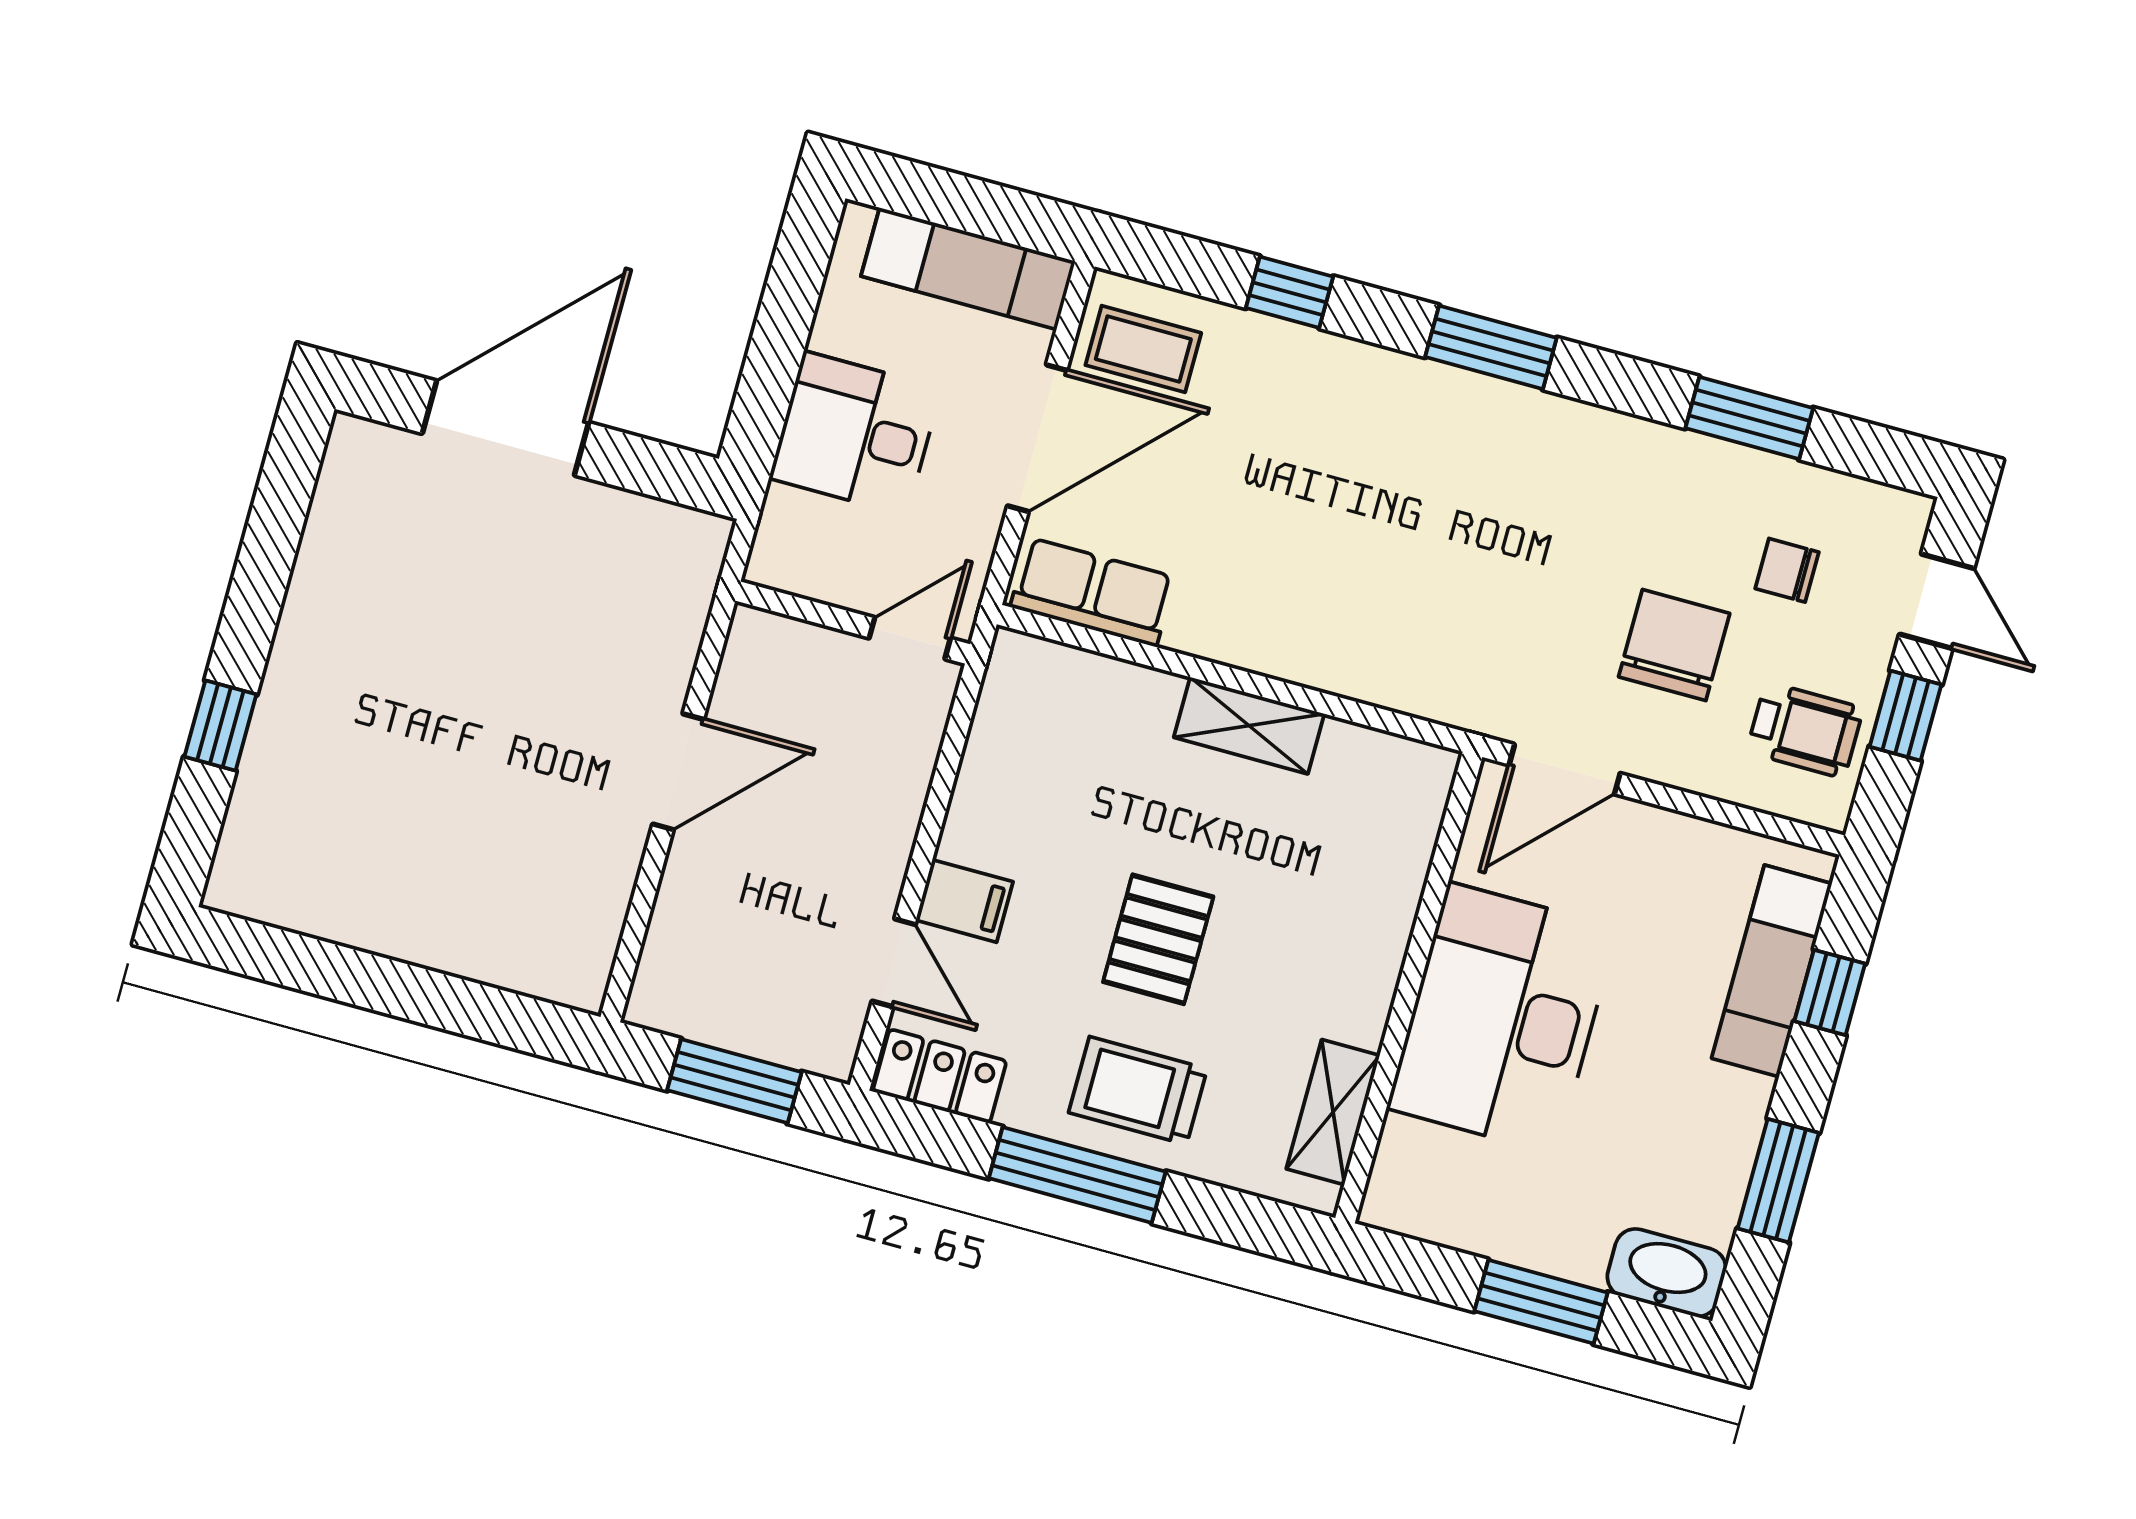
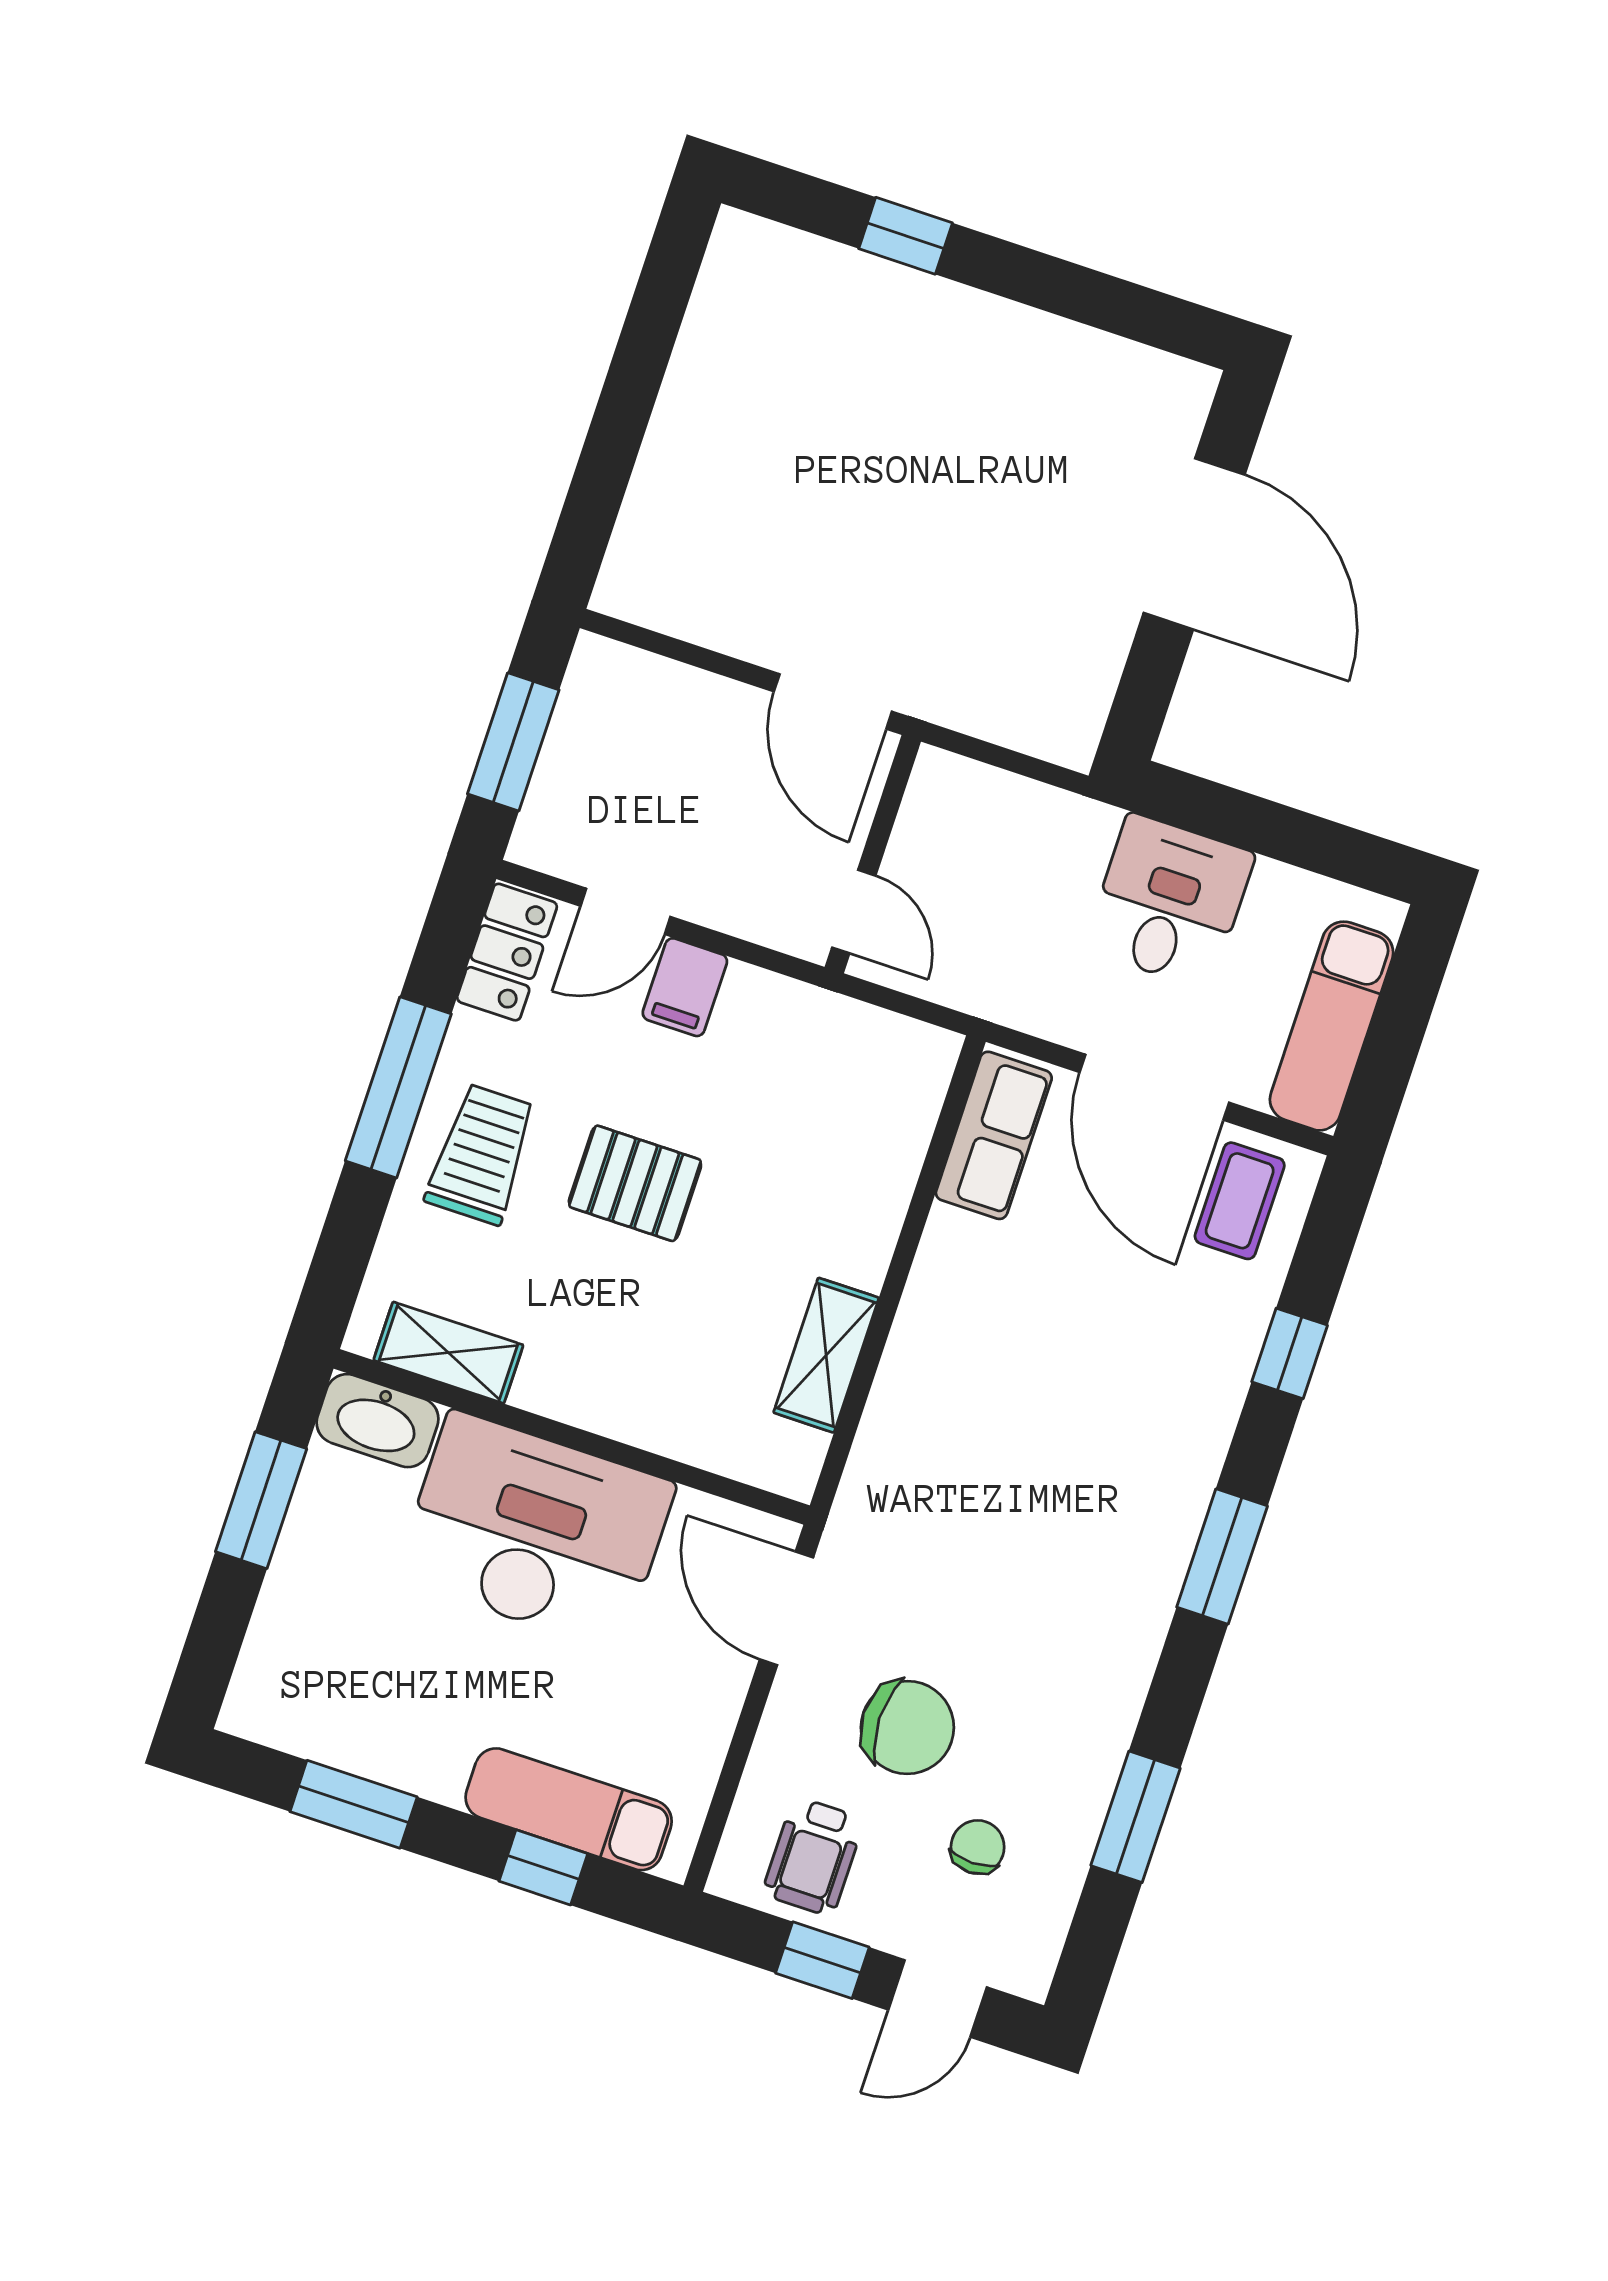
wall: (853, 623) -> (873, 854), moved
door: (910, 638) -> (854, 912), moved
shelving: (1249, 726) -> (826, 1355), moved
washbasin: (1667, 1273) -> (377, 1421), moved, turned 90
window: (1541, 1302) -> (261, 1500), moved

